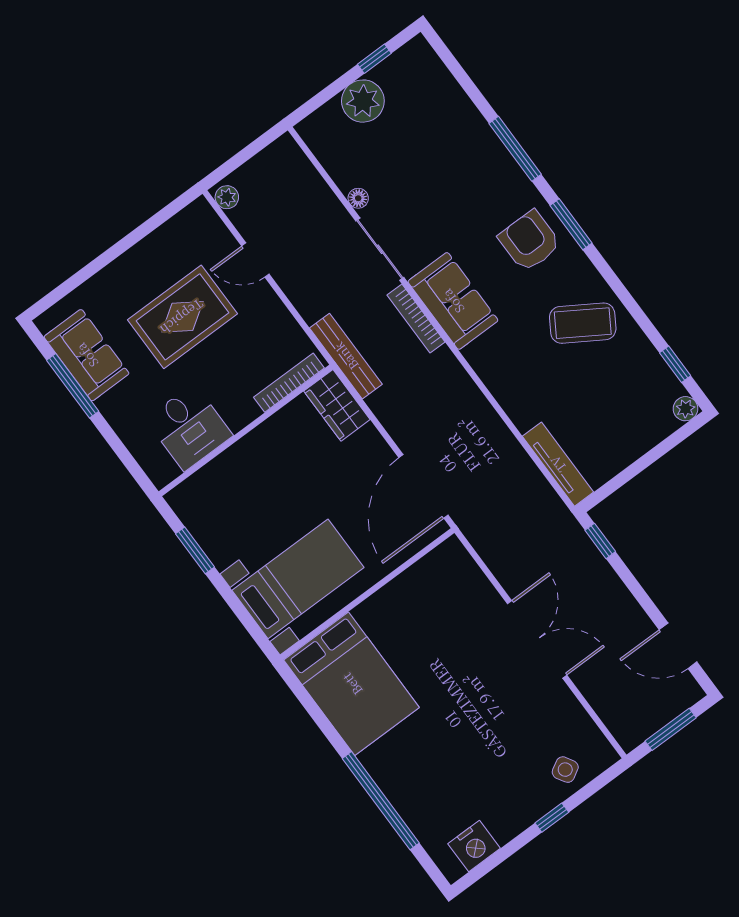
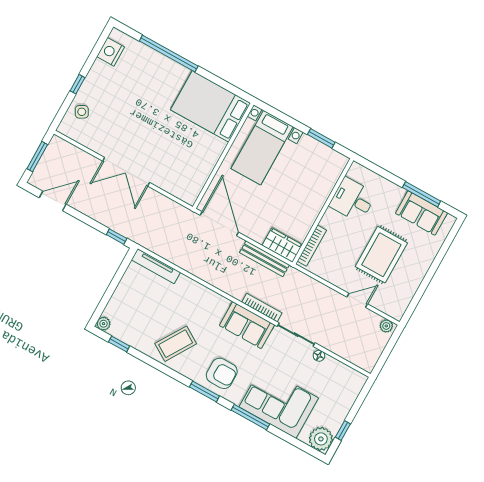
plant: (363, 101) -> (321, 439), moved
corner sofa: (458, 152) -> (279, 402), added
bench: (346, 356) -> (265, 259), moved

